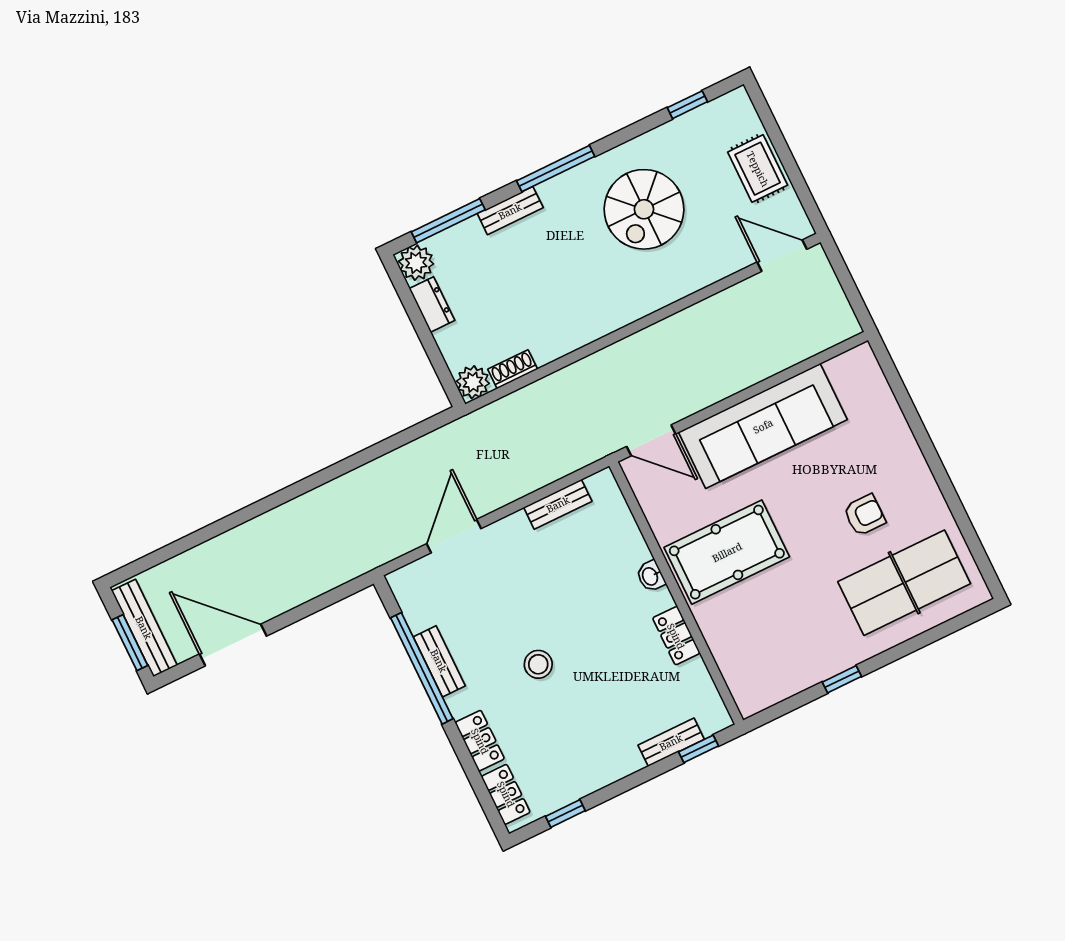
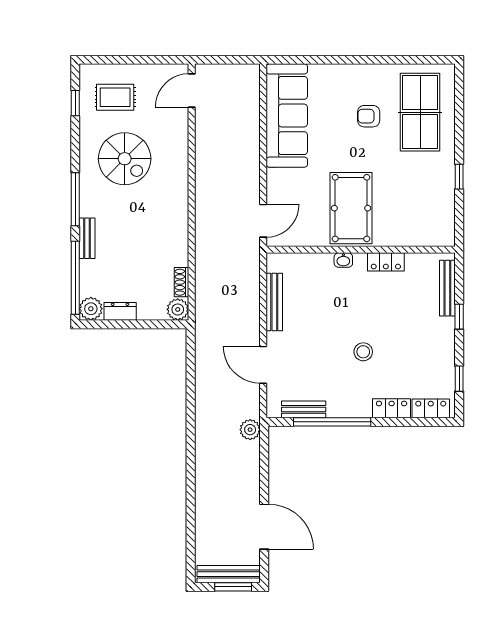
rug: (758, 169) -> (115, 97), moved
window: (448, 221) -> (75, 278), width x1.46
sofa: (763, 426) -> (287, 116), moved
bench: (558, 504) -> (274, 302), width x1.36
armchair: (864, 515) -> (369, 116), turned -90
plant: (356, 561) -> (250, 430), added
door: (233, 645) -> (264, 527), swing flipped
bench: (439, 661) -> (304, 409), moved
bench: (671, 742) -> (447, 288), width x1.36
window: (699, 749) -> (459, 317), moved

